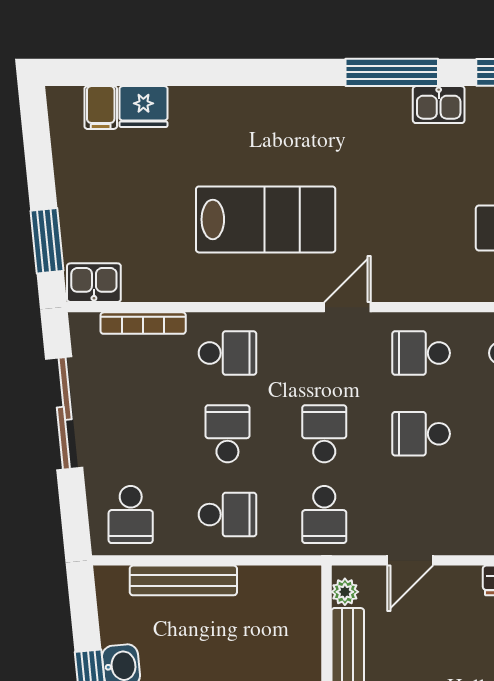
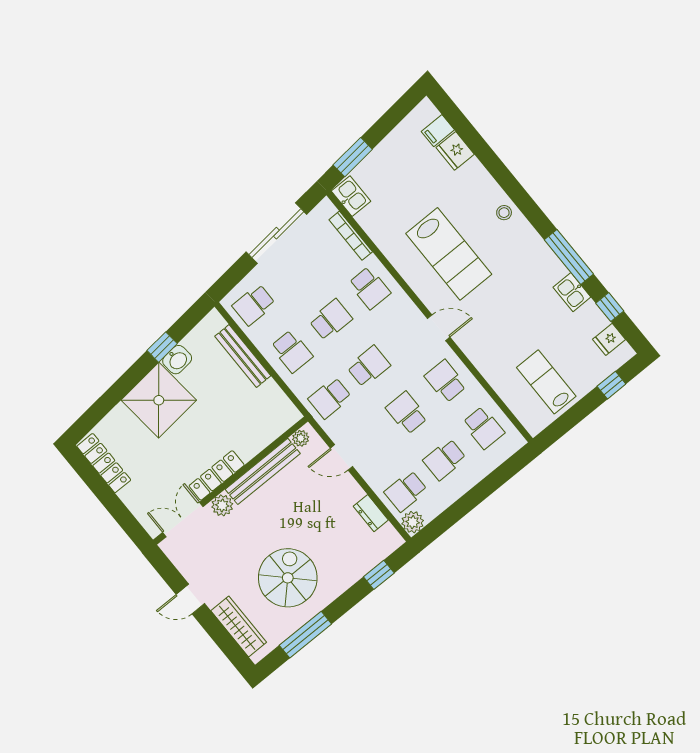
stool: (270, 108) -> (504, 213), added

